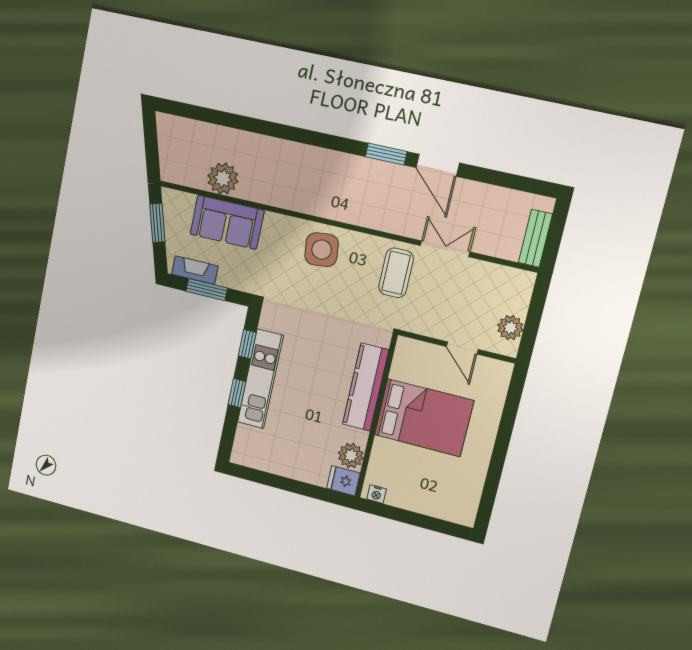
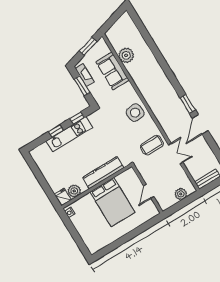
plant: (510, 328) -> (181, 194), moved

